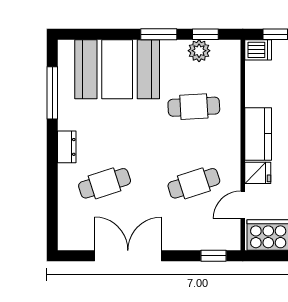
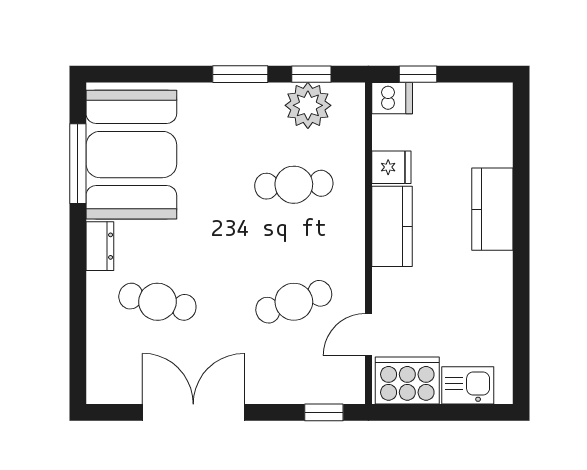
plant: (199, 51) -> (308, 105), width x1.36, depth x1.36
booth: (117, 69) -> (131, 155), moved, turned 90
fridge: (258, 173) -> (391, 167), moved
cafe table: (105, 183) -> (157, 302), turned 30

